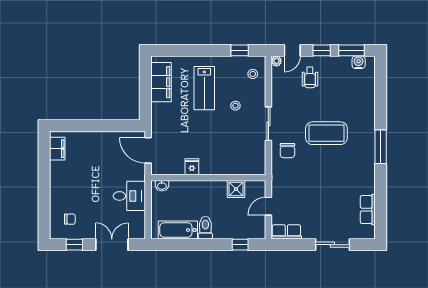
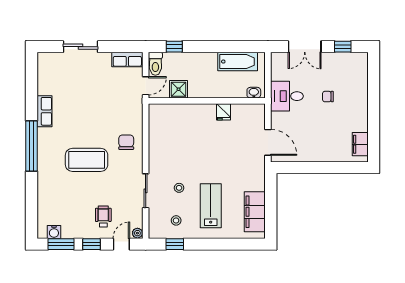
stool: (253, 74) -> (176, 220), moved
sliding door: (268, 124) -> (146, 191), moved
window: (381, 147) -> (32, 146), width x1.46
fridge: (192, 167) -> (223, 112), moved
wall: (208, 178) -> (207, 101), moved
washbasin: (162, 186) -> (254, 93), moved
shower: (236, 189) -> (179, 89), moved
row of seats: (368, 210) -> (45, 111), moved
chair: (70, 219) -> (328, 97), moved
toilet: (205, 228) -> (155, 64), moved

